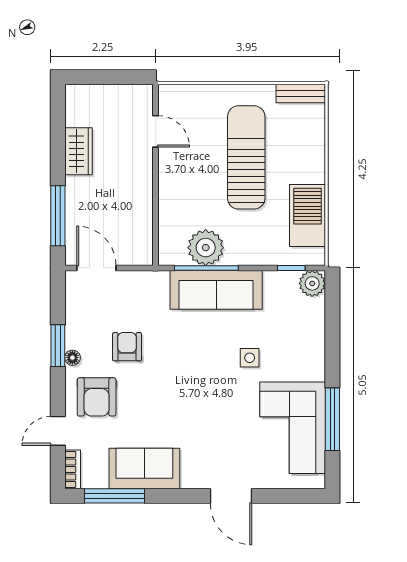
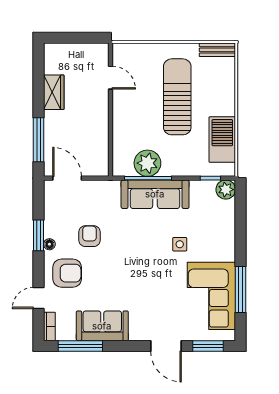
armchair: (97, 397) -> (67, 273), turned -90
window: (288, 496) -> (208, 346), added

